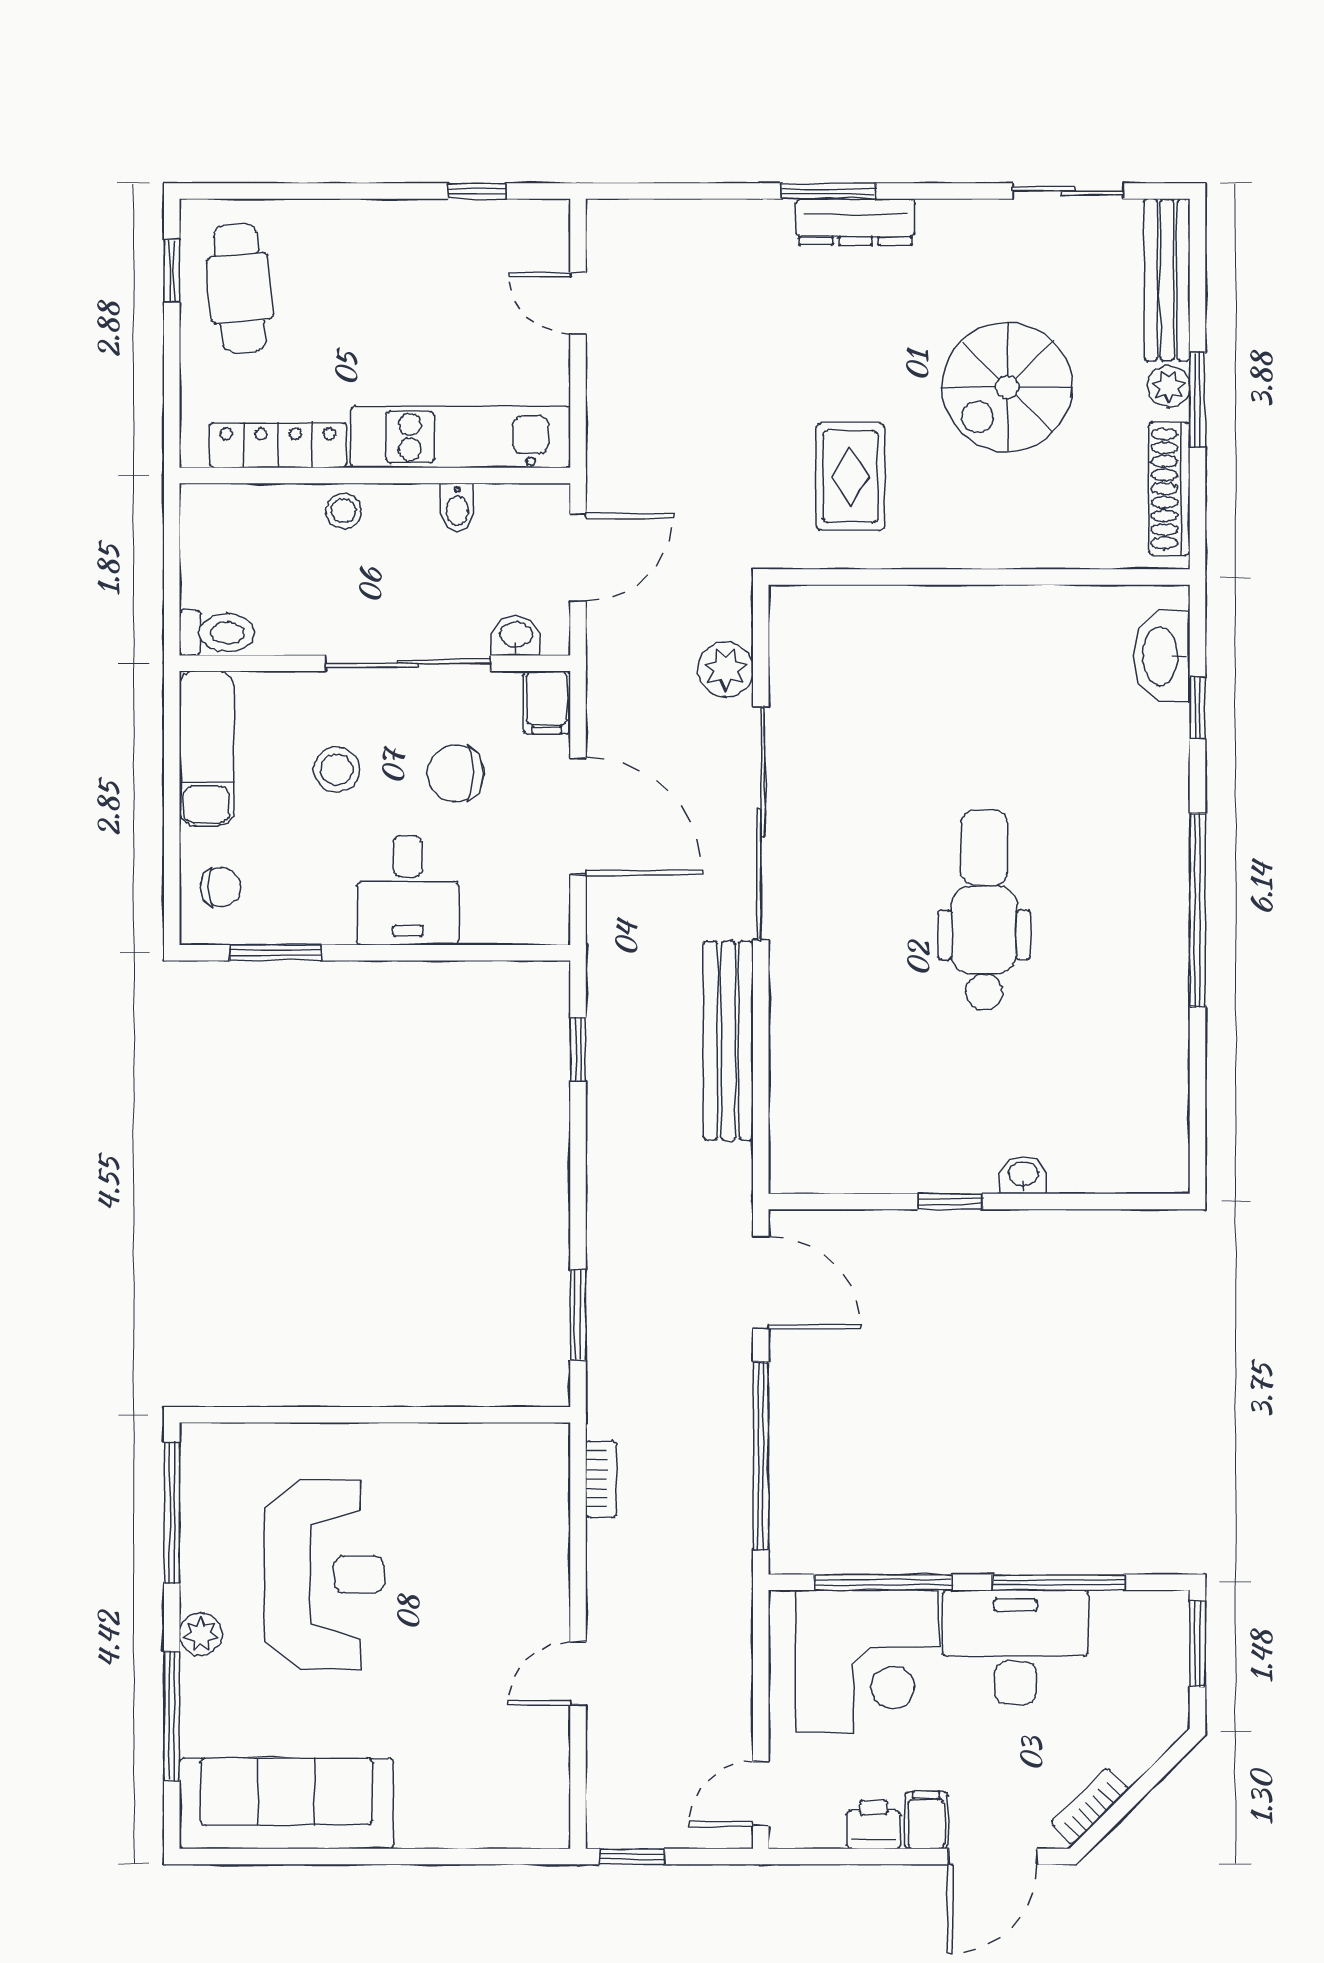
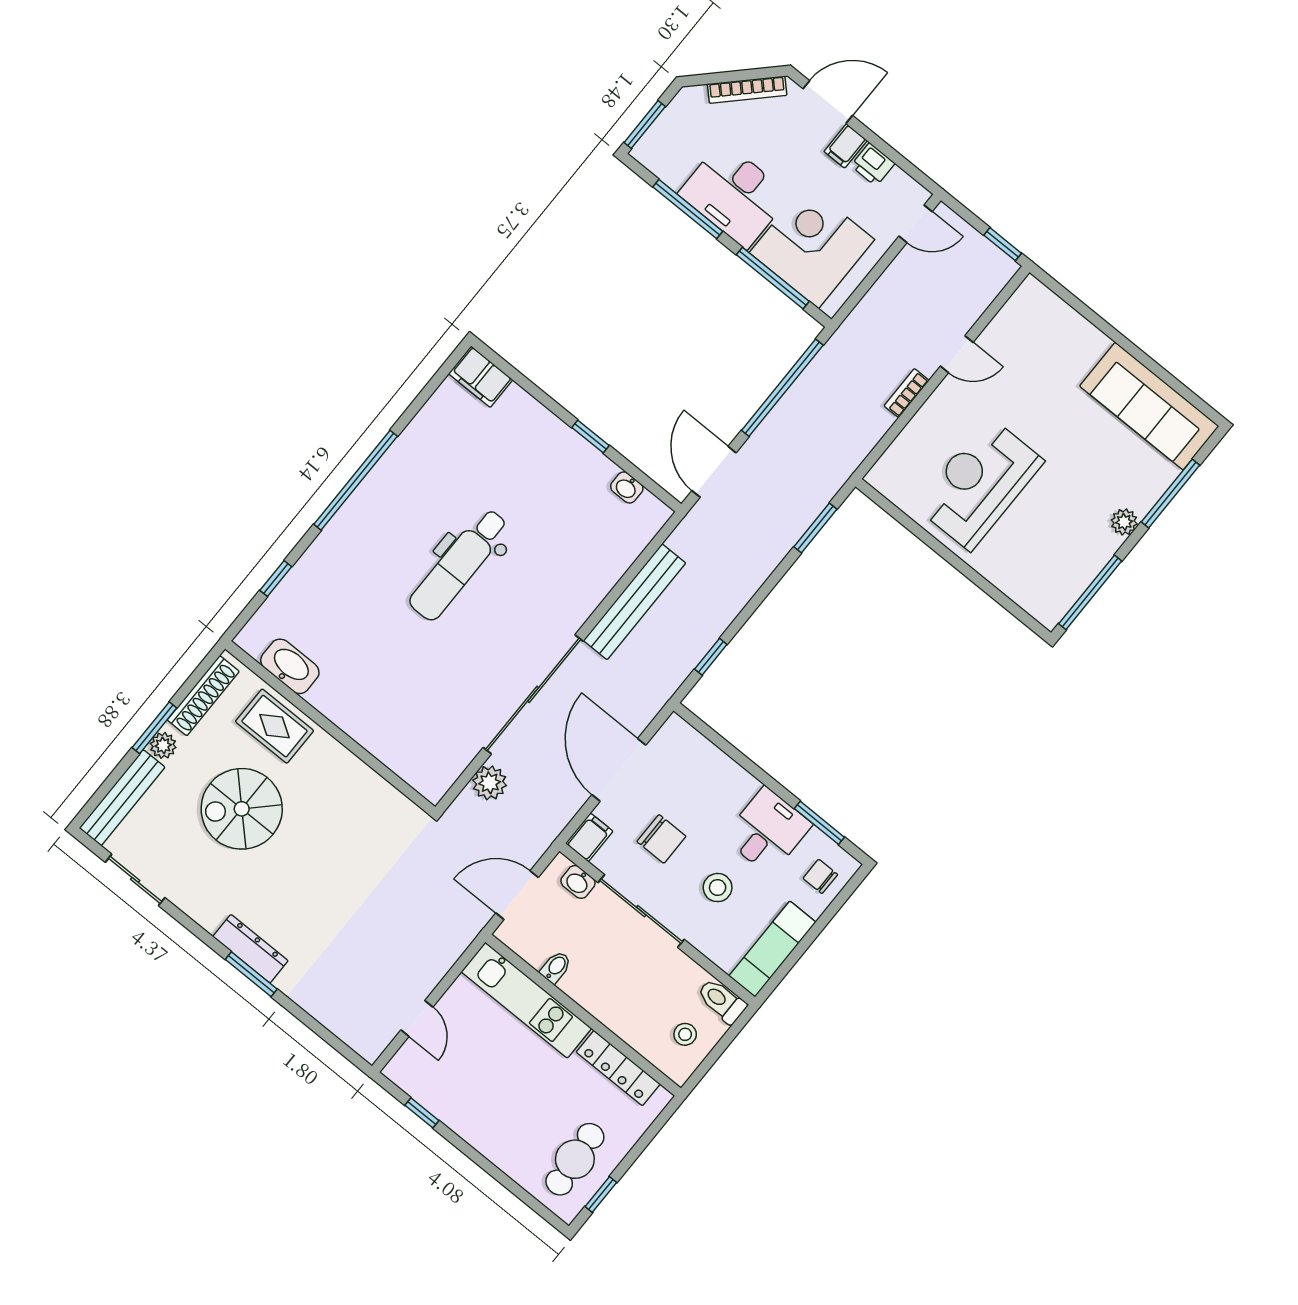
spiral stairs: (1007, 387) -> (242, 809), turned 180
rug: (850, 477) -> (274, 726), moved, turned 90
stool: (344, 511) -> (685, 1034), moved
washbasin: (1162, 656) -> (290, 666), moved, turned -90
desk: (408, 890) -> (767, 831), moved
filing cabinet: (1147, 1165) -> (481, 377), added
washbasin: (1023, 1175) -> (627, 487), moved
bookcase: (601, 1479) -> (907, 393), moved
reception desk: (324, 1575) -> (979, 483), moved
bookcase: (1090, 1806) -> (747, 90), width x1.56

